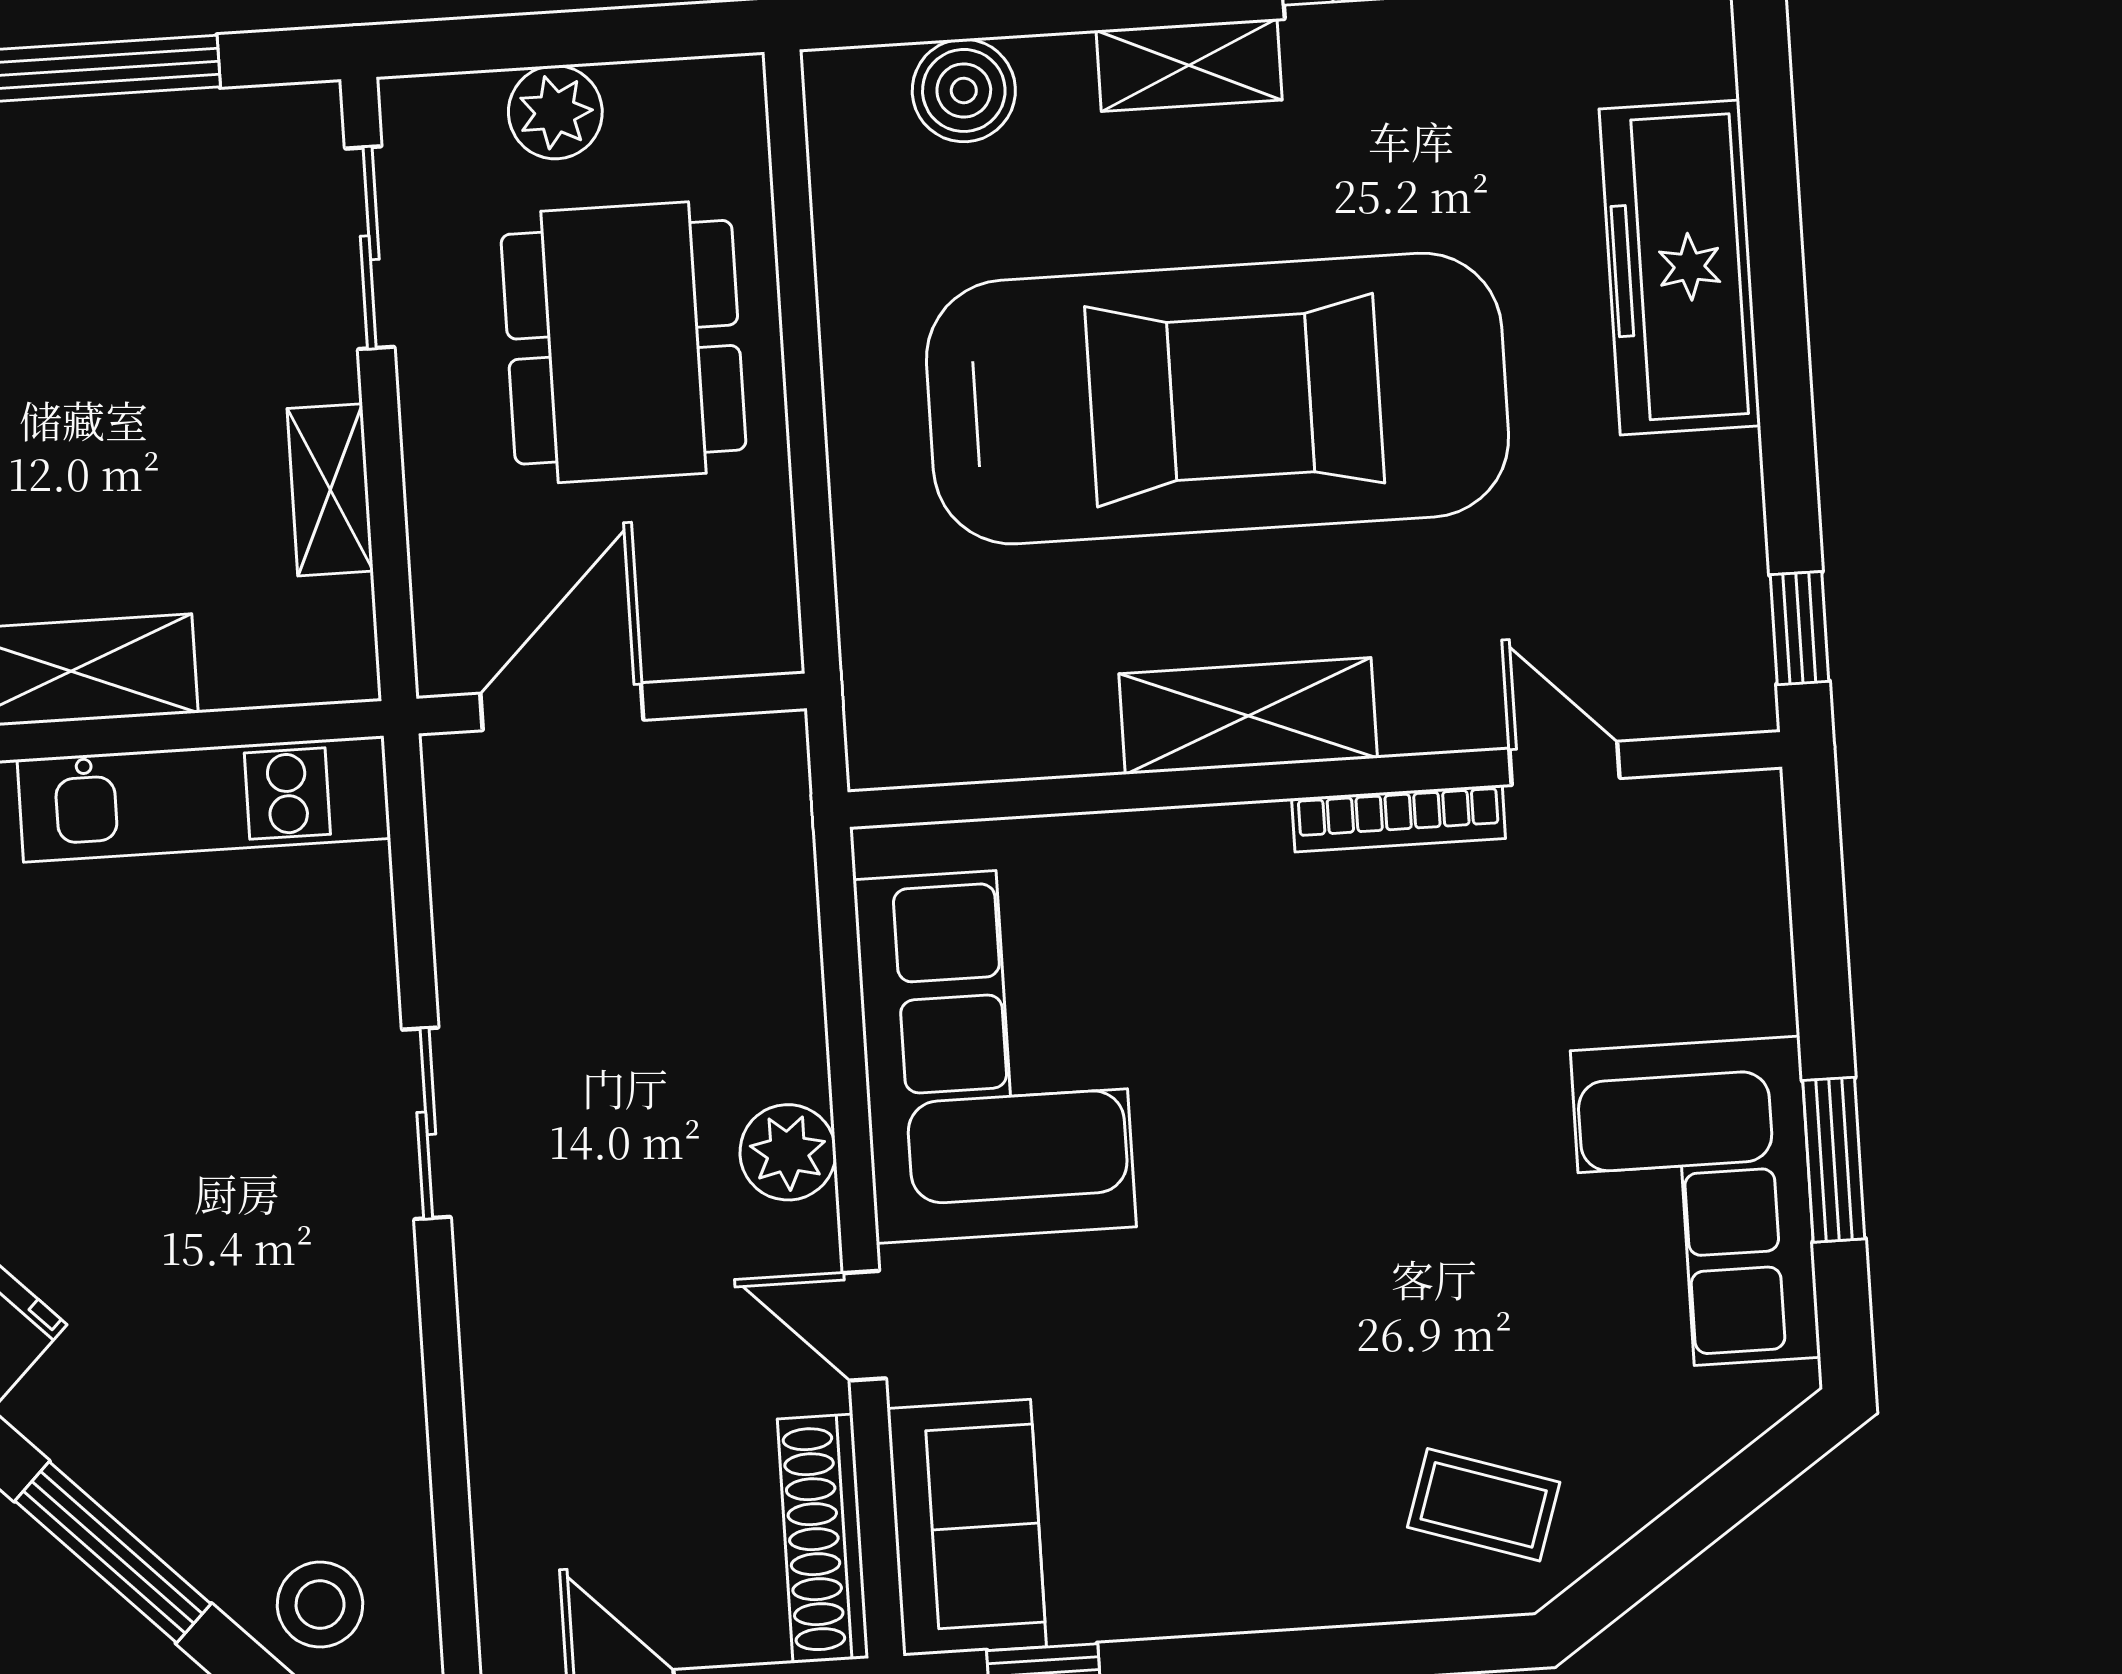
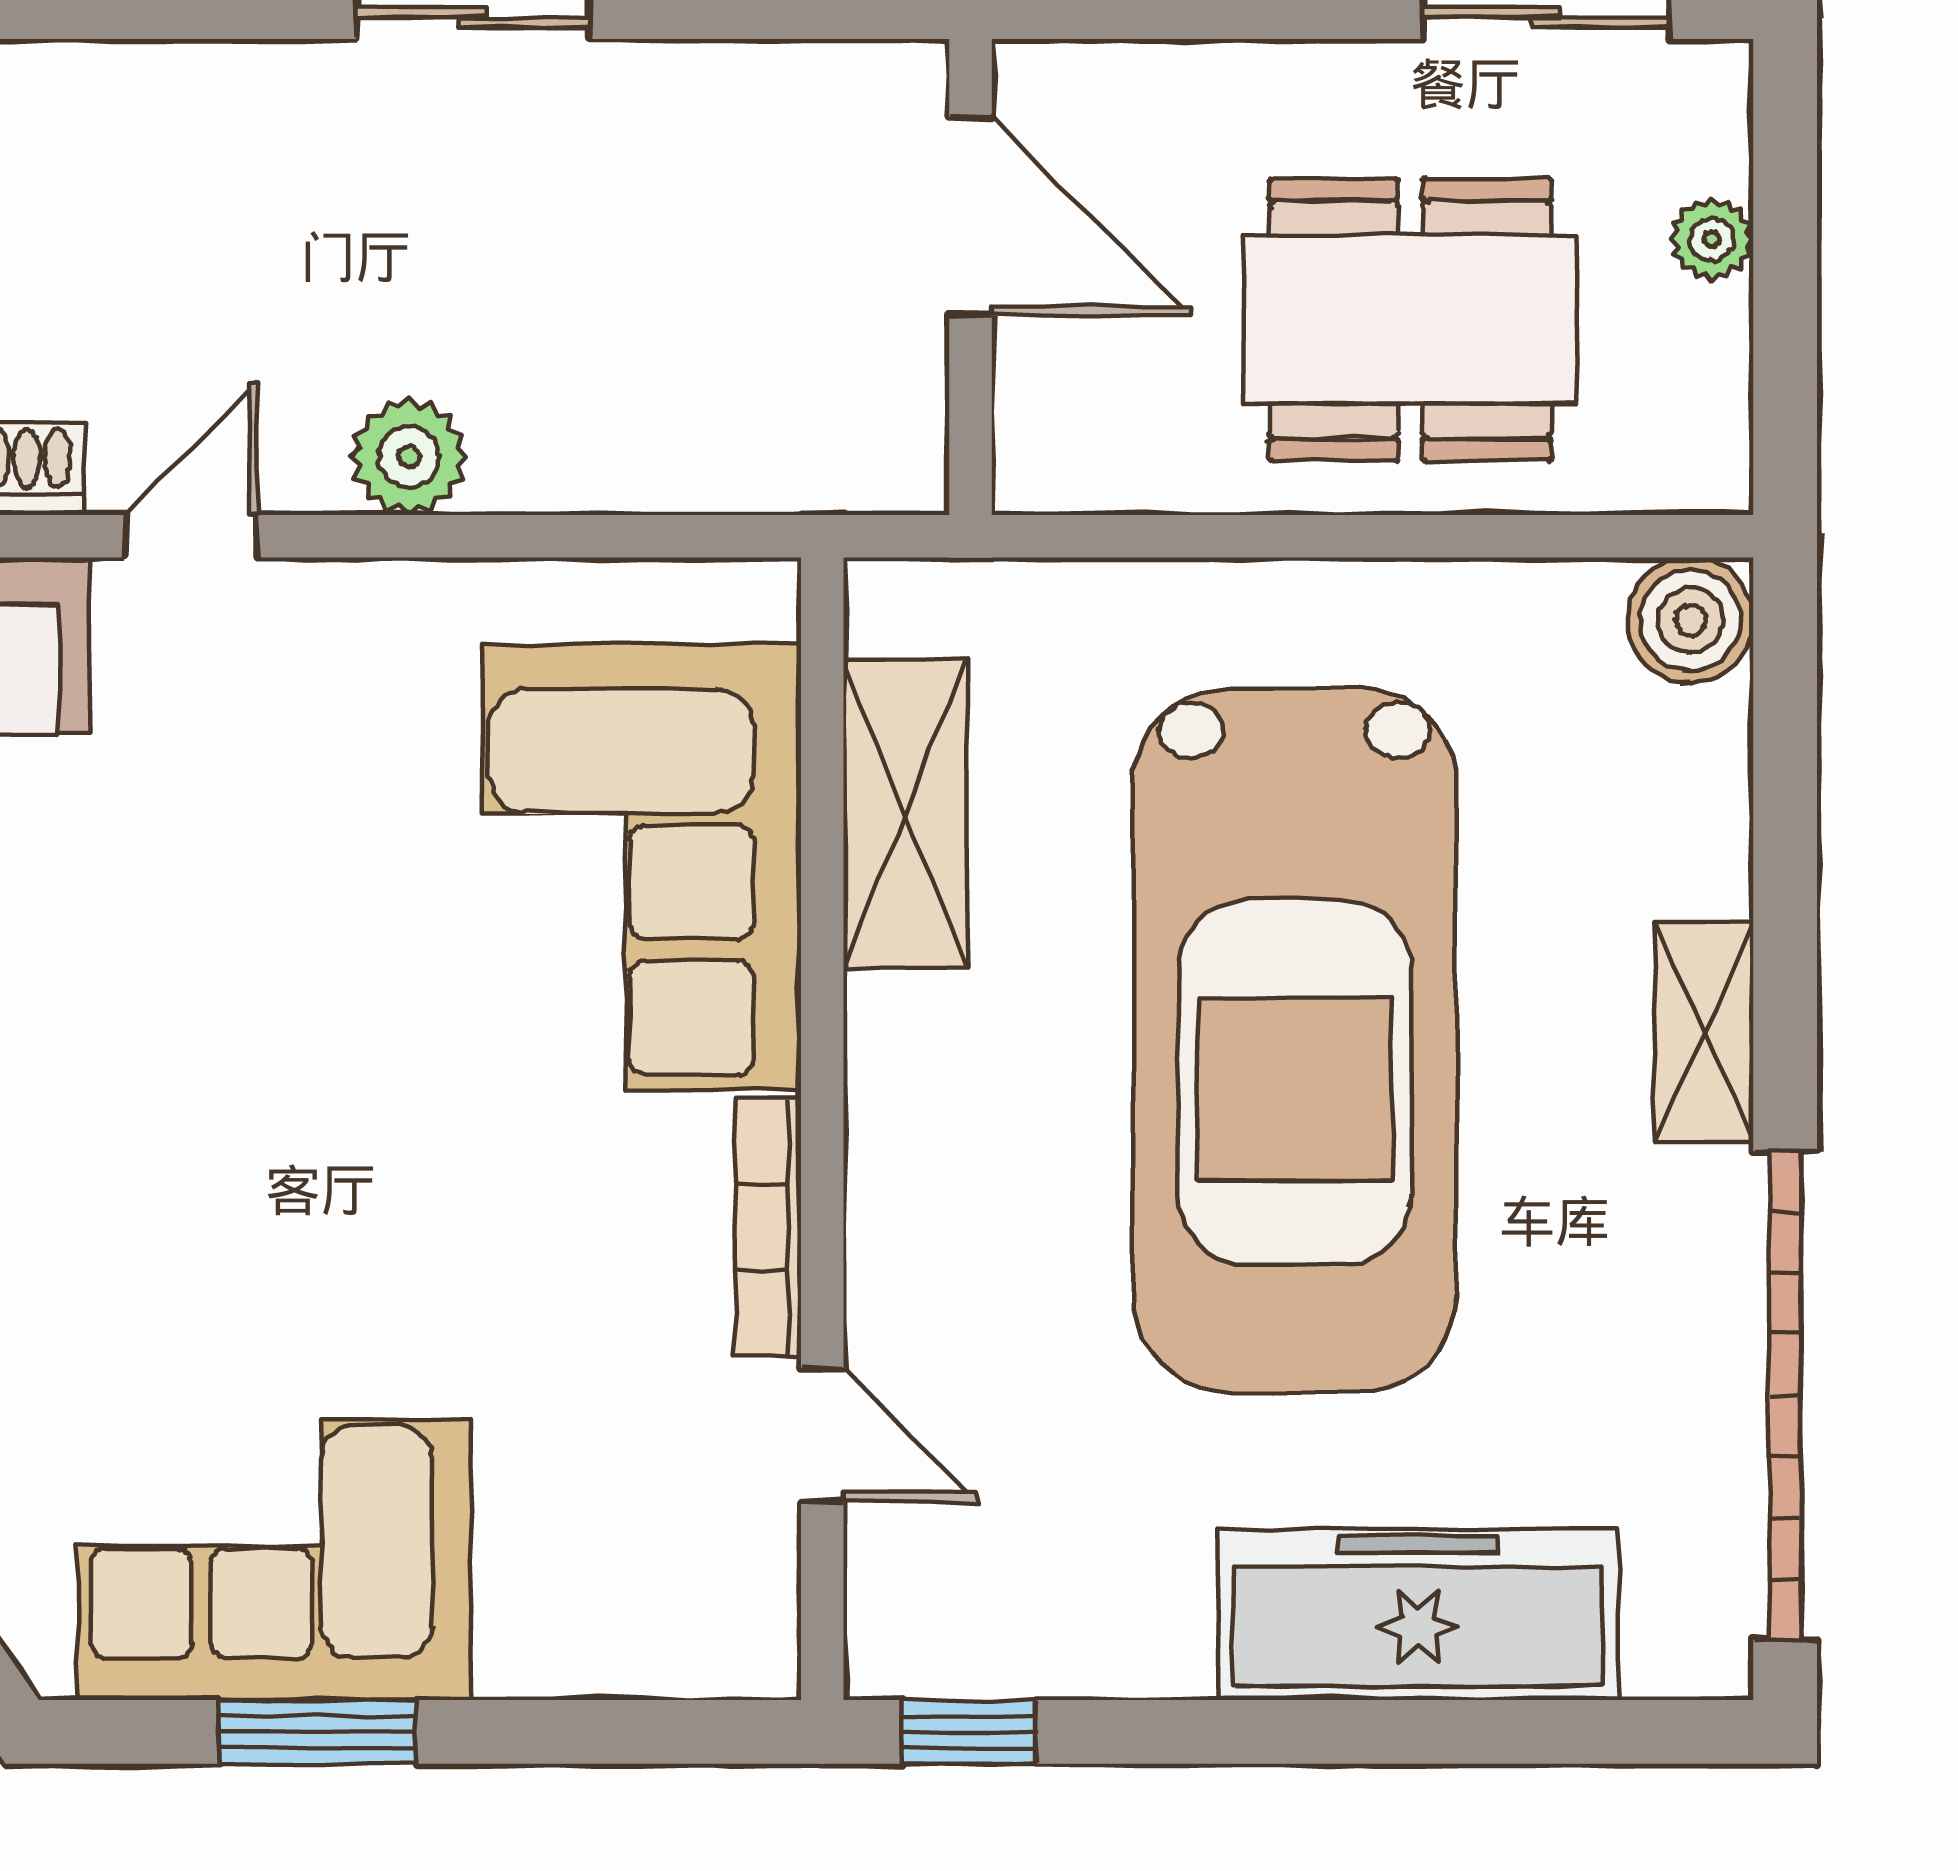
boiler: (964, 90) -> (1691, 620), moved
plant: (555, 112) -> (1712, 239), width x0.73, depth x0.73
shelving: (1248, 716) -> (905, 814), moved
door: (1565, 763) -> (822, 1435), hinge flipped
corner sofa: (995, 1053) -> (642, 867), moved, turned 90

